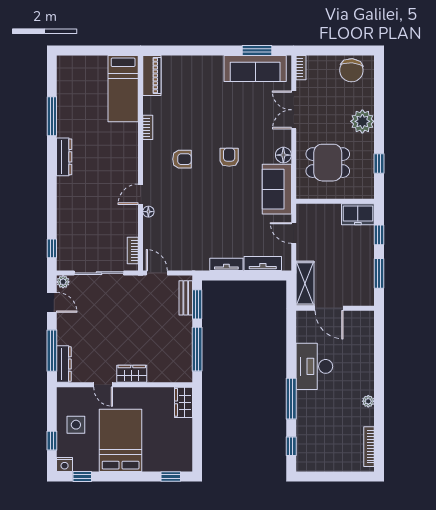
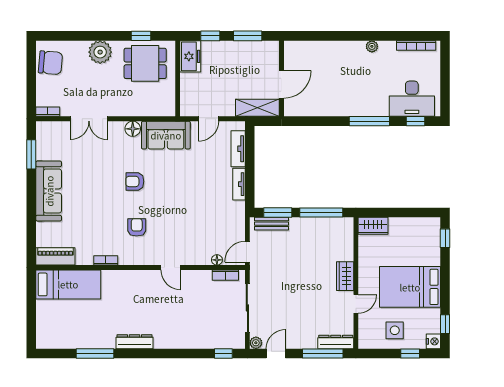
sofa: (255, 68) -> (49, 191), moved
dining table: (328, 163) -> (145, 63), moved, turned 90
floor lamp: (148, 212) -> (217, 260), moved
desk: (314, 366) -> (412, 99), moved

